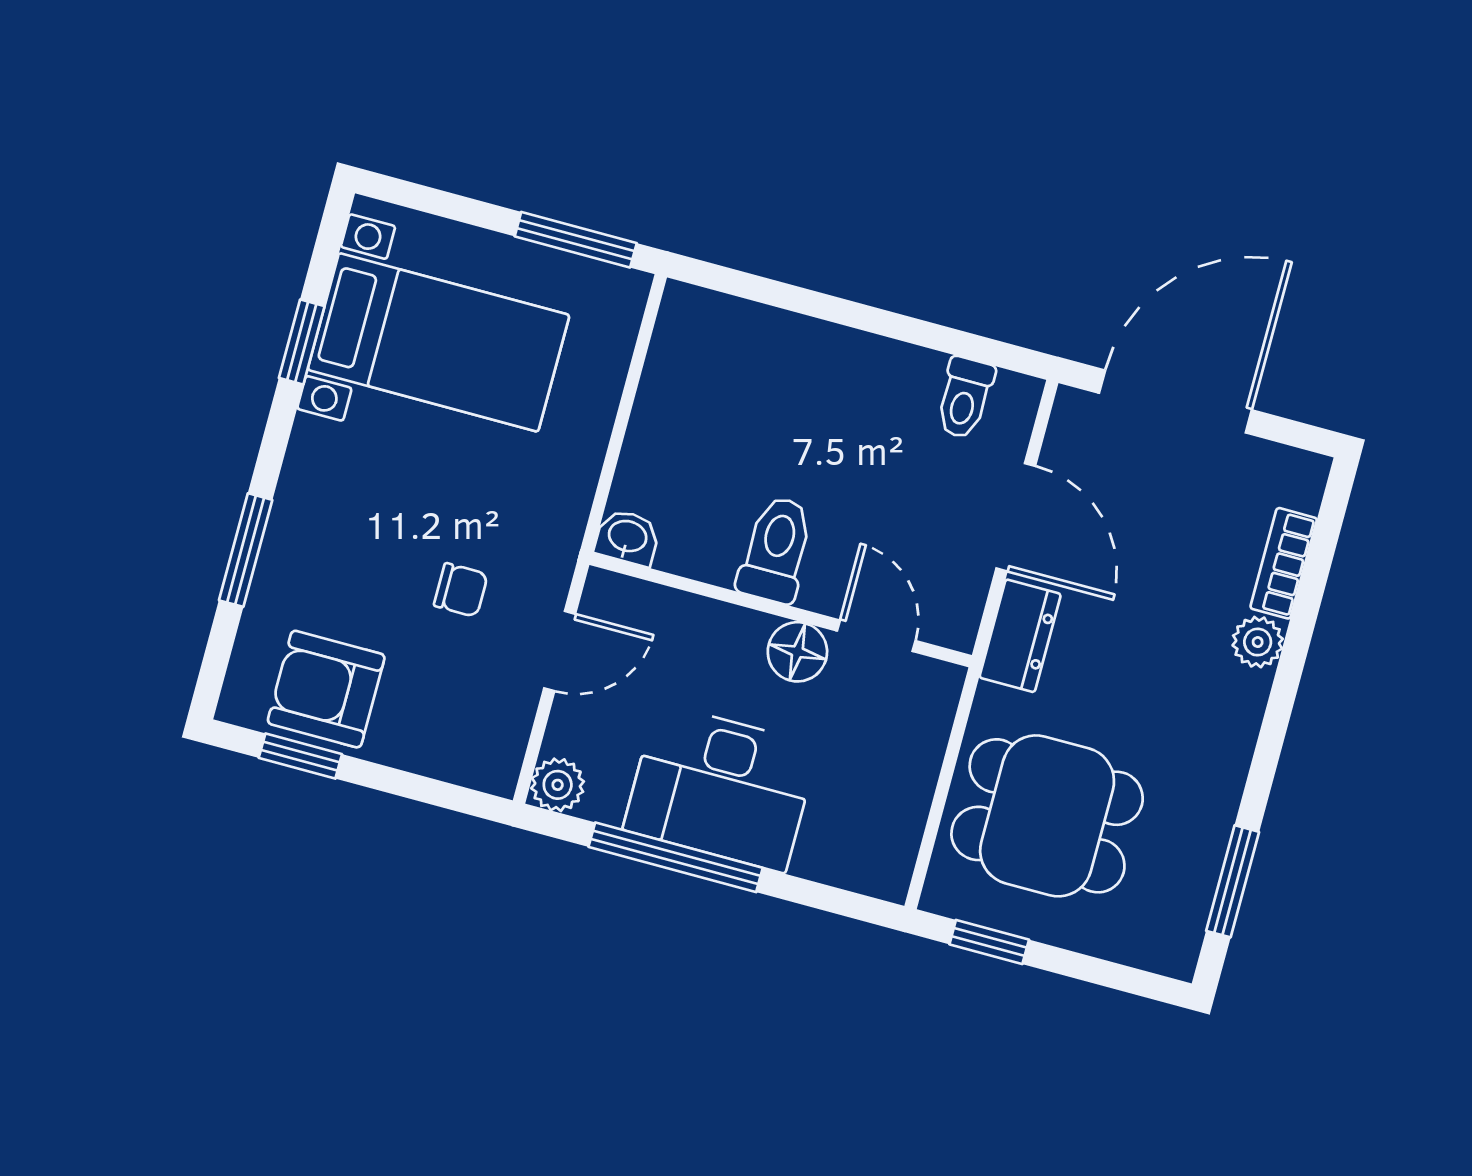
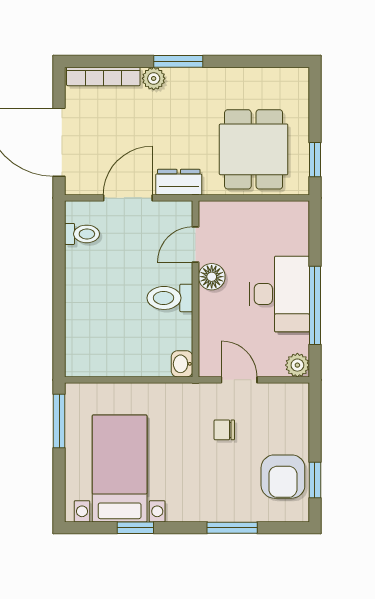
bookcase: (1284, 563) -> (103, 76), width x1.56
chair: (461, 590) -> (224, 430), turned -90
window: (1233, 881) -> (178, 61), moved

